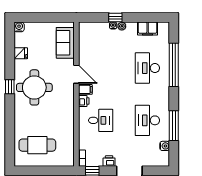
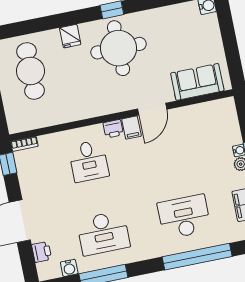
fridge: (21, 53) -> (70, 36), moved
desk: (147, 120) -> (103, 233), turned 180
printer: (109, 161) -> (42, 252), moved

